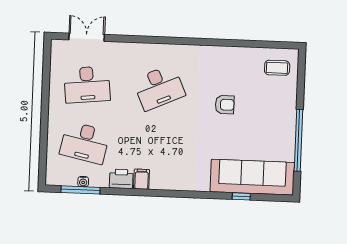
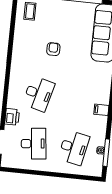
desk: (159, 87) -> (39, 94), turned 39
printer: (121, 179) -> (12, 117), moved, turned 180

